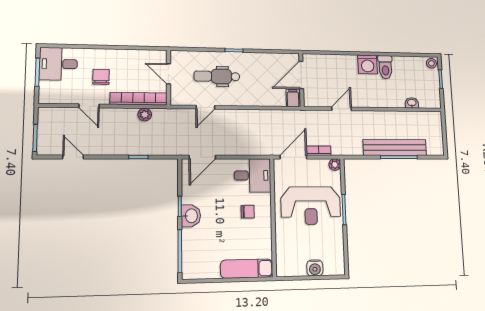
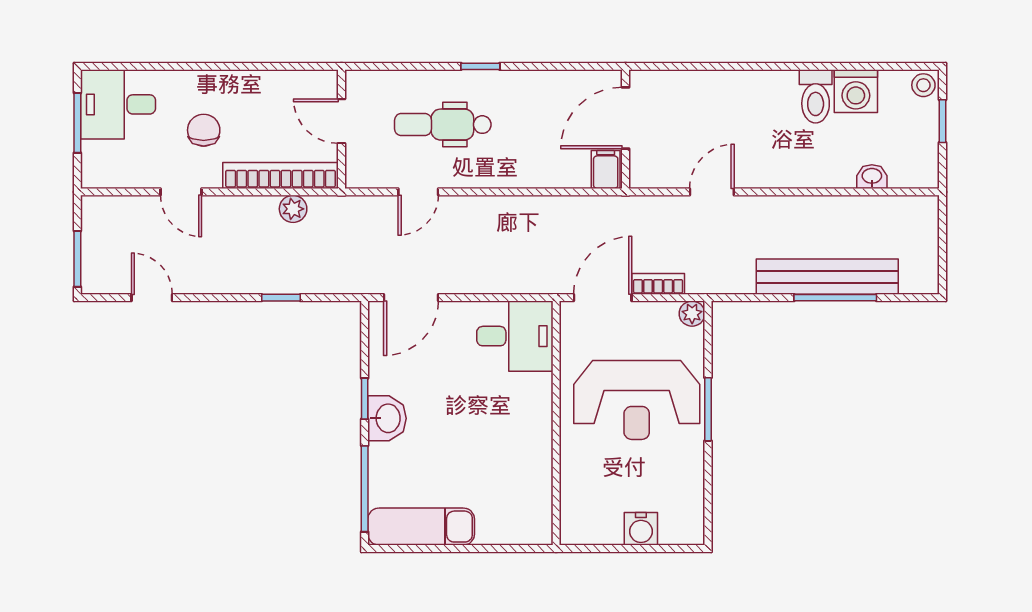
washing machine: (368, 64) -> (856, 91), moved
chair: (248, 212) -> (503, 411), removed
exam couch: (247, 269) -> (421, 527), moved

